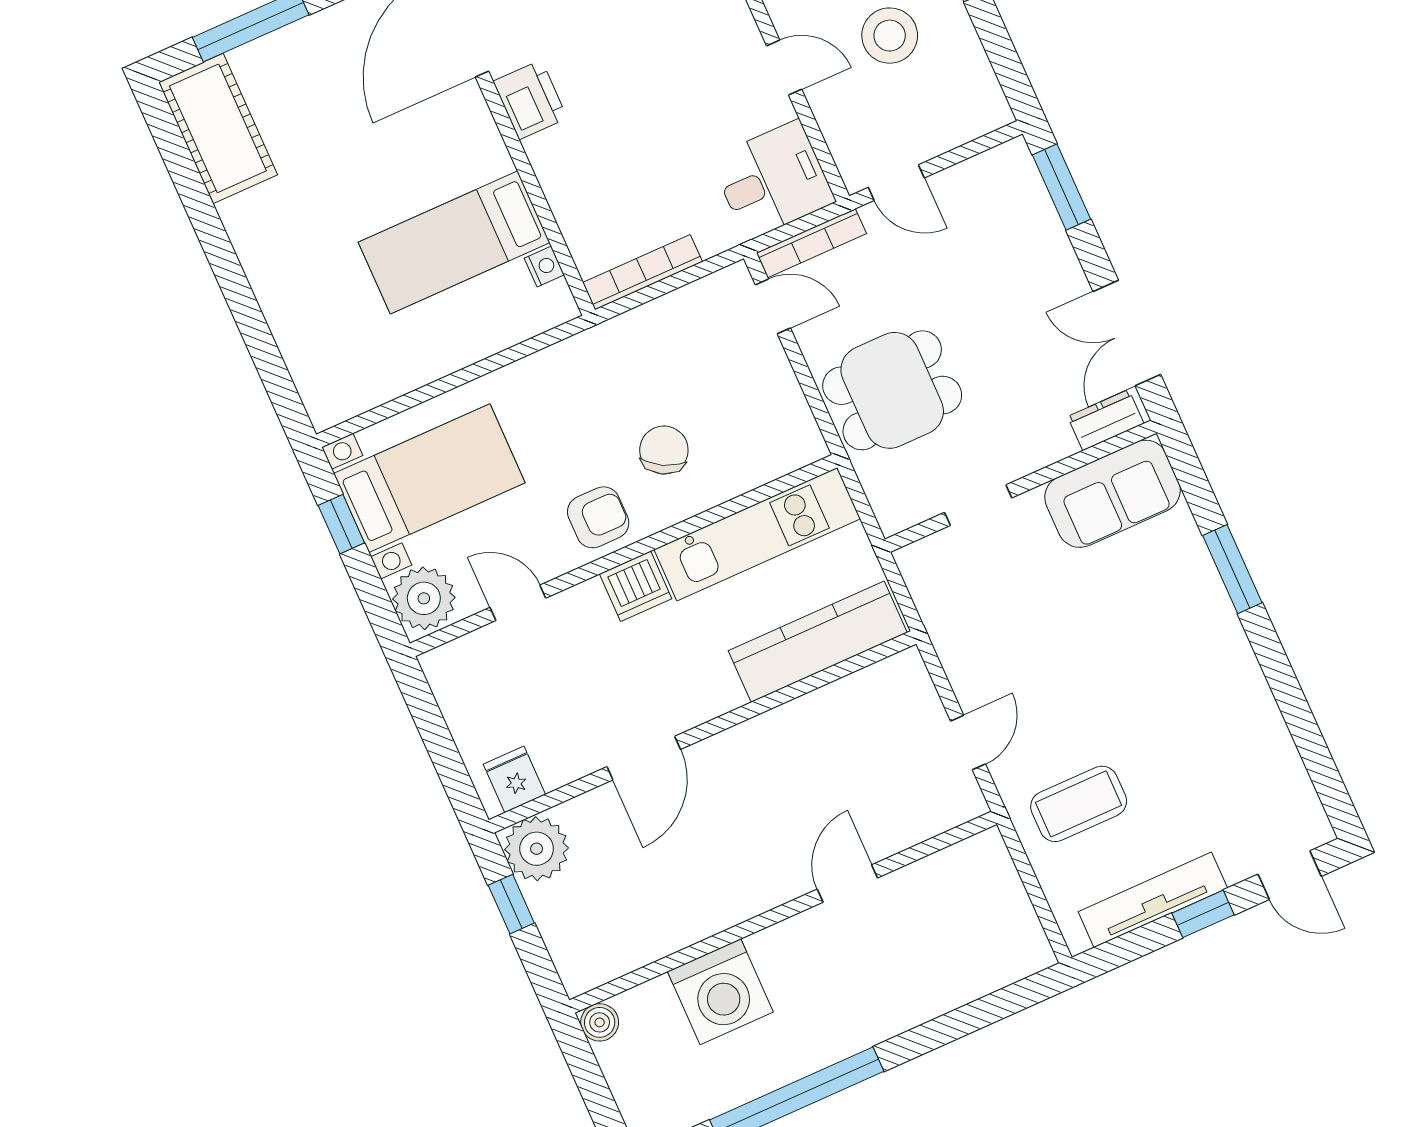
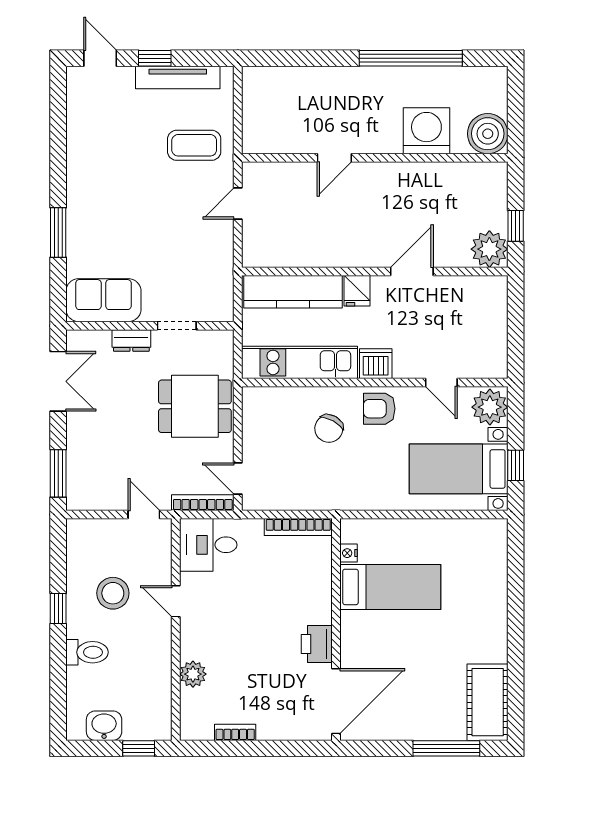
dresser: (1106, 420) -> (131, 341), moved
fridge: (514, 779) -> (357, 291), moved
boiler: (600, 1022) -> (488, 134), width x1.86, depth x1.86

